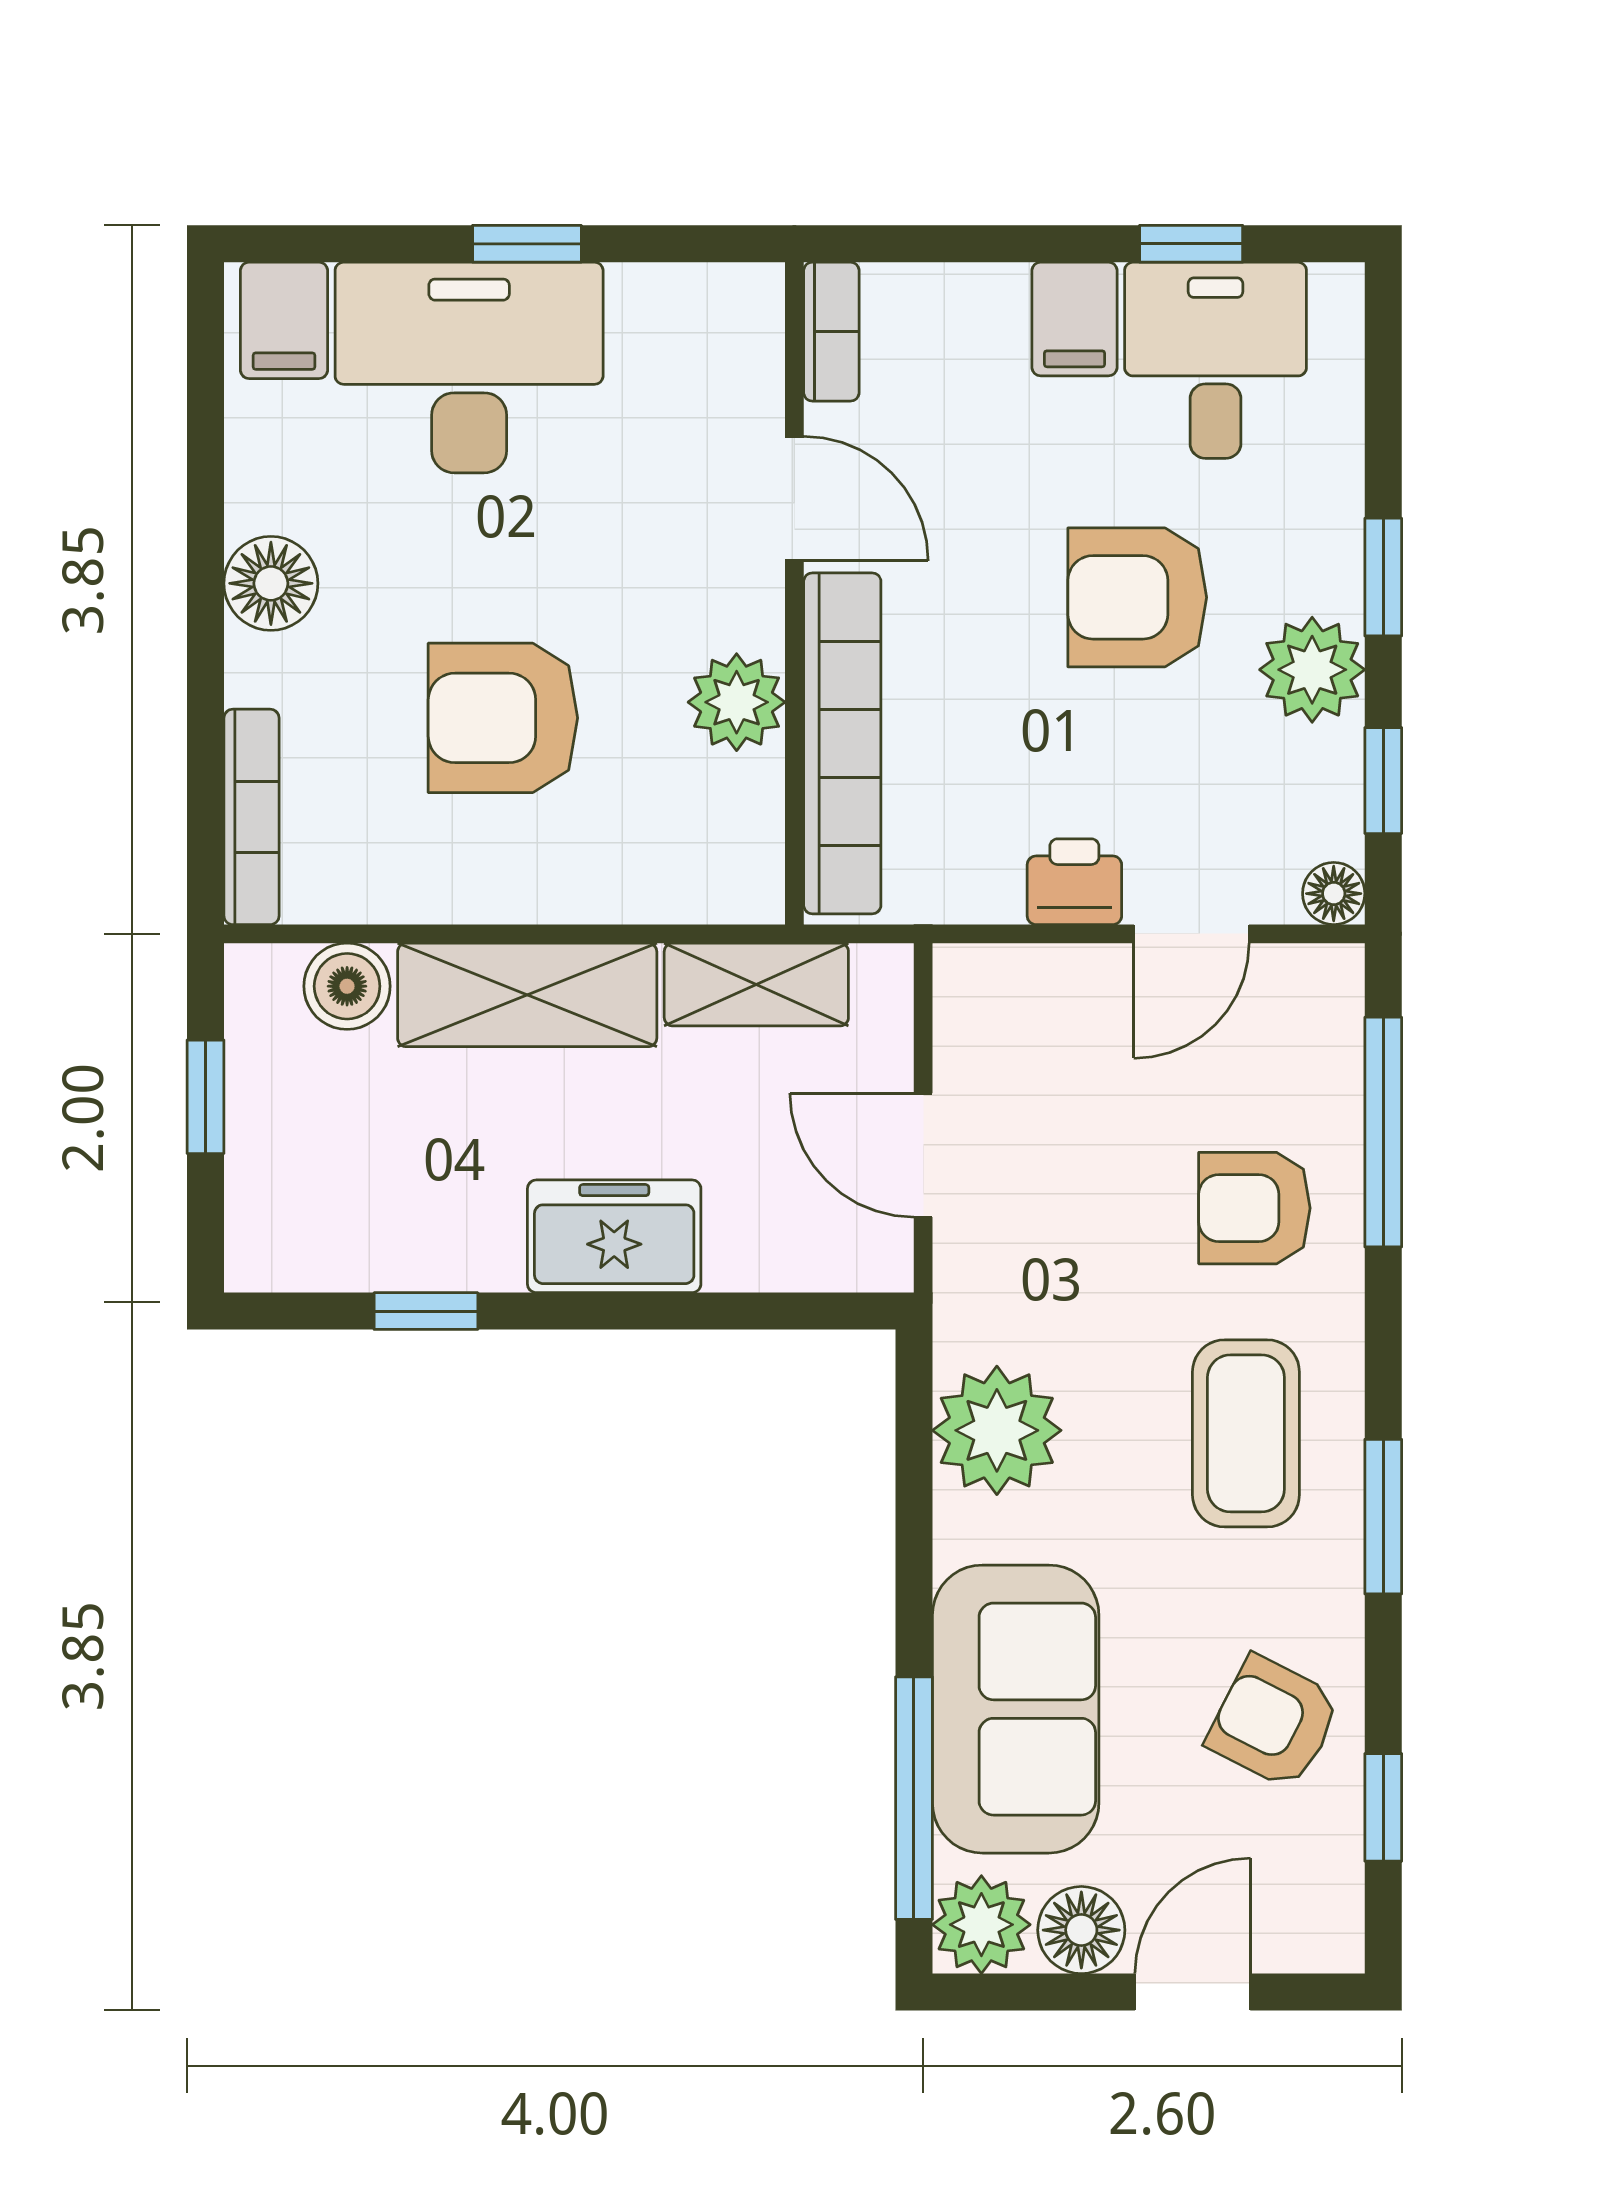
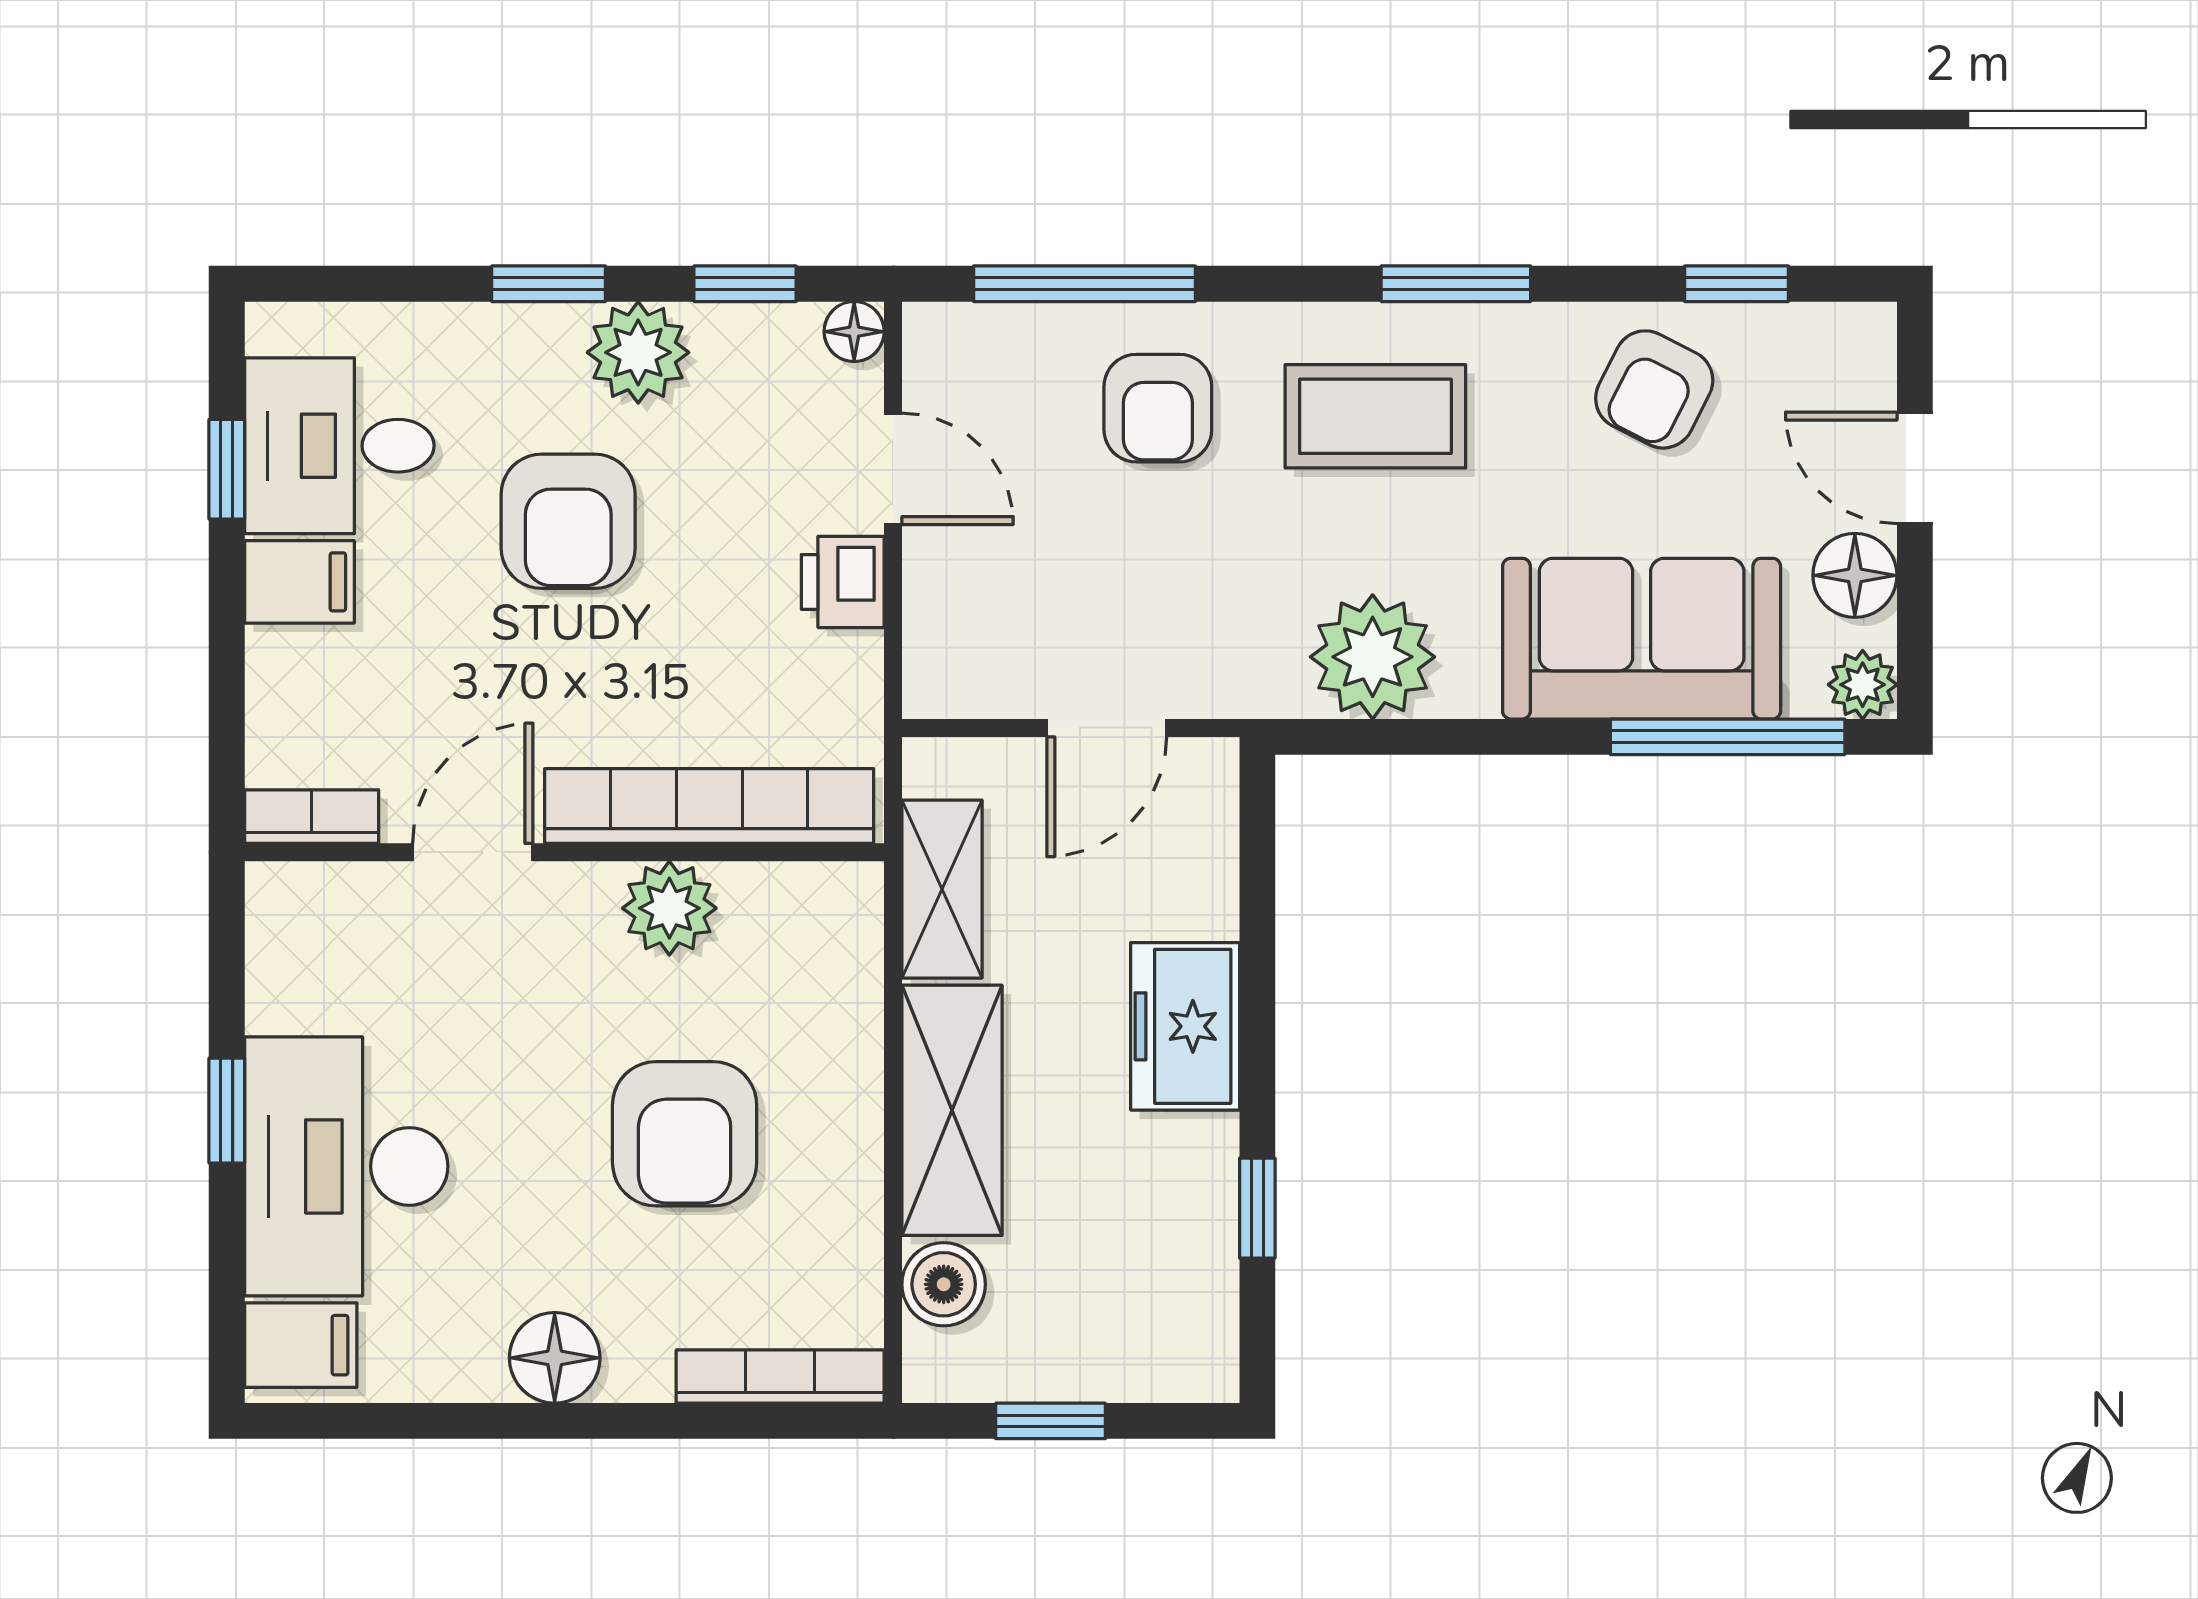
plant: (981, 1925) -> (1863, 685), width x0.73, depth x0.73

